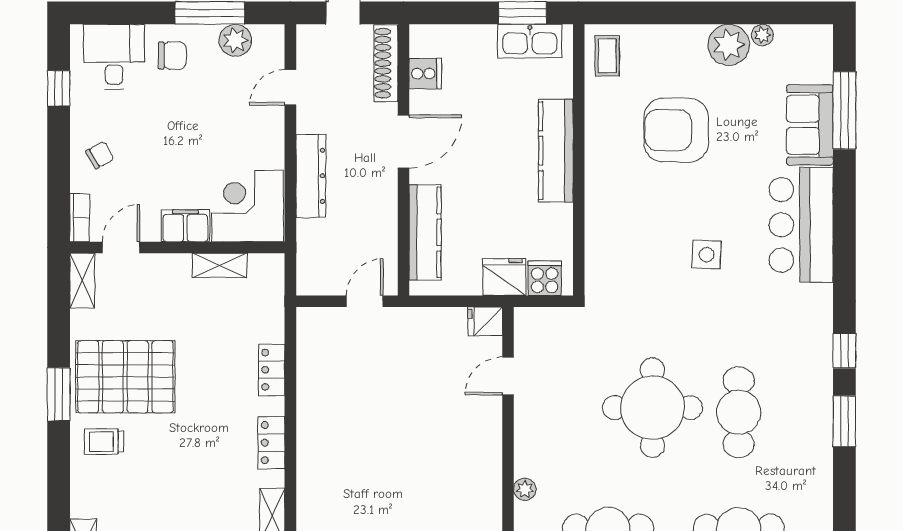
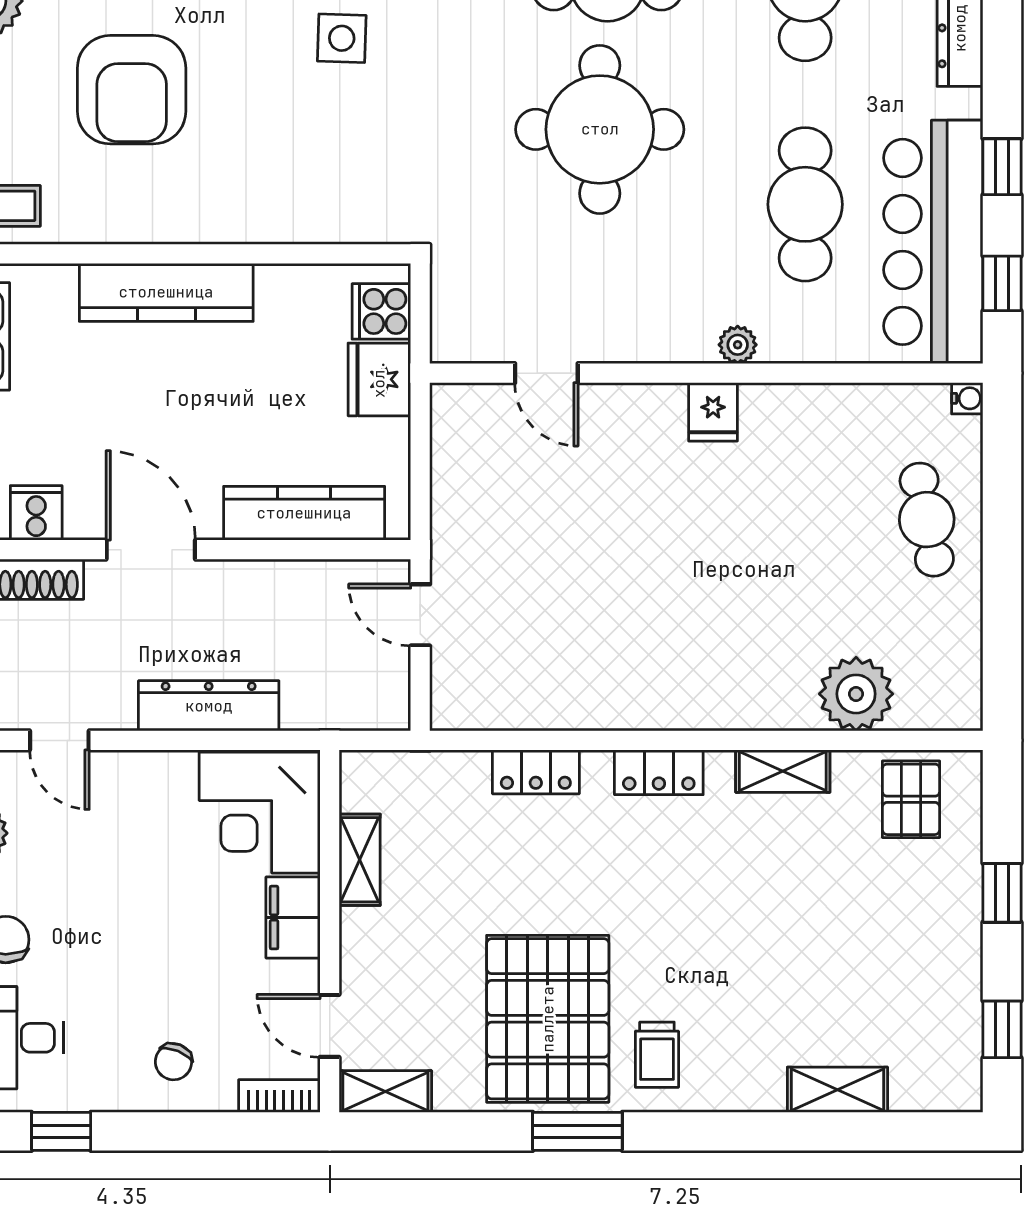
chair: (100, 155) -> (174, 1062), turned -129
fridge: (485, 321) -> (713, 412), moved

